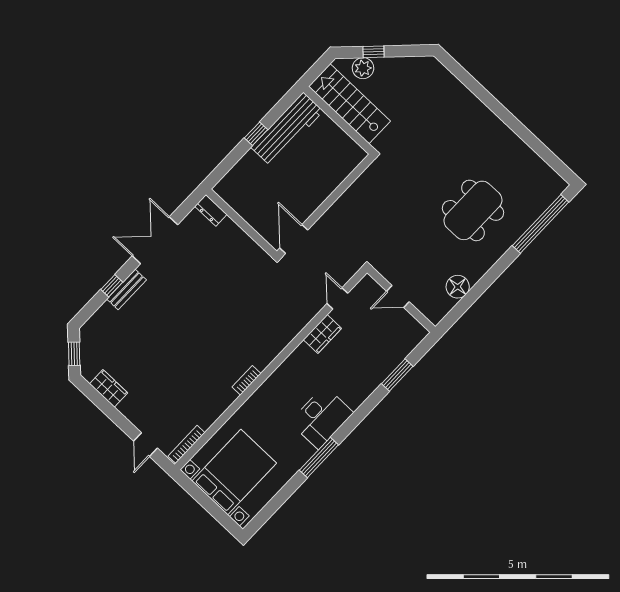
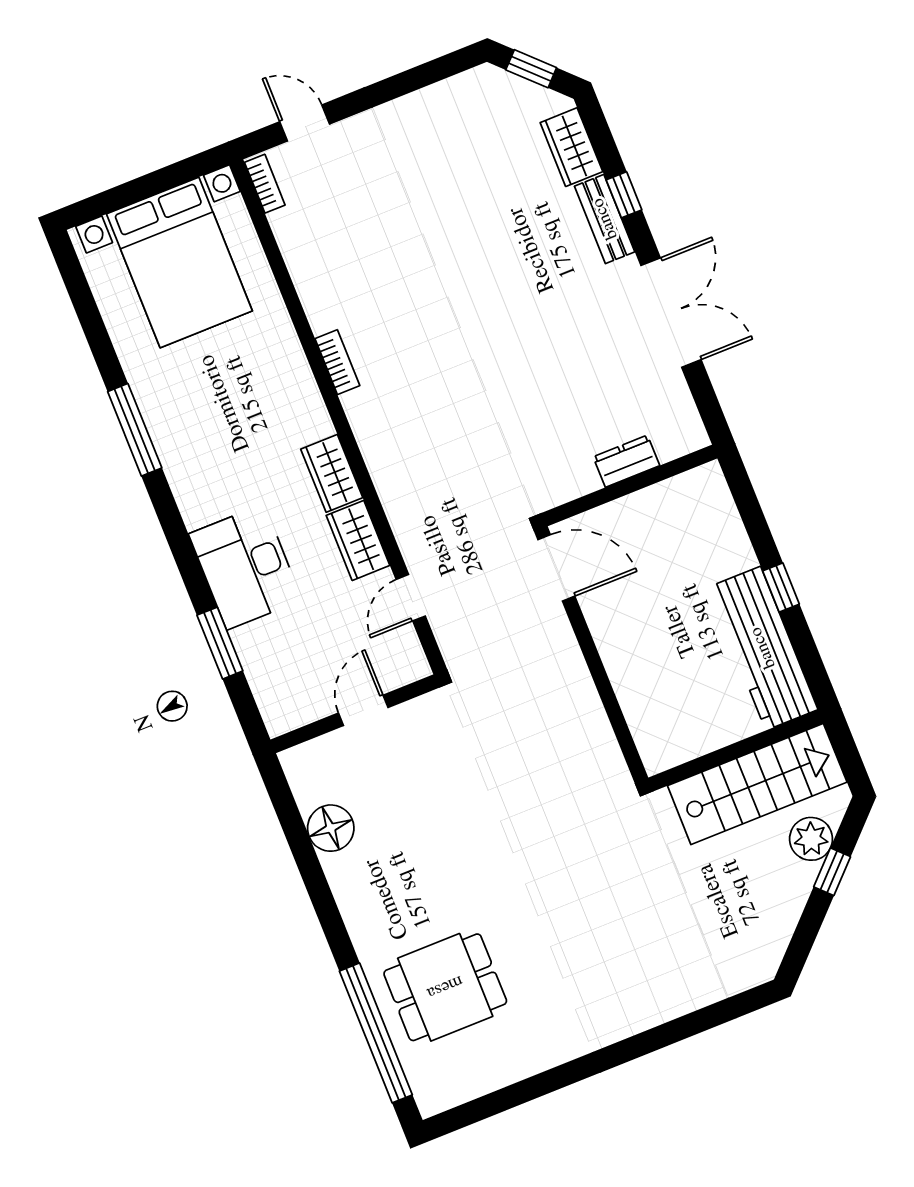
dresser: (211, 210) -> (626, 461), moved
dining table: (473, 210) -> (445, 987), moved, width x0.73
door: (337, 298) -> (411, 598), swing flipped
wardrobe: (298, 360) -> (332, 473), added
wardrobe: (109, 388) -> (571, 147), moved, turned 90
desk: (322, 417) -> (245, 567), moved
bookcase: (186, 444) -> (265, 184), width x0.64

